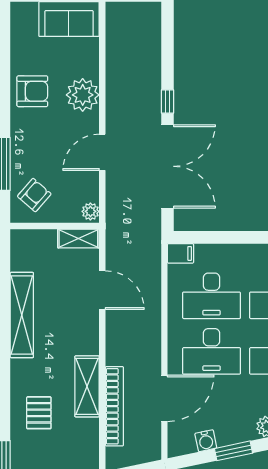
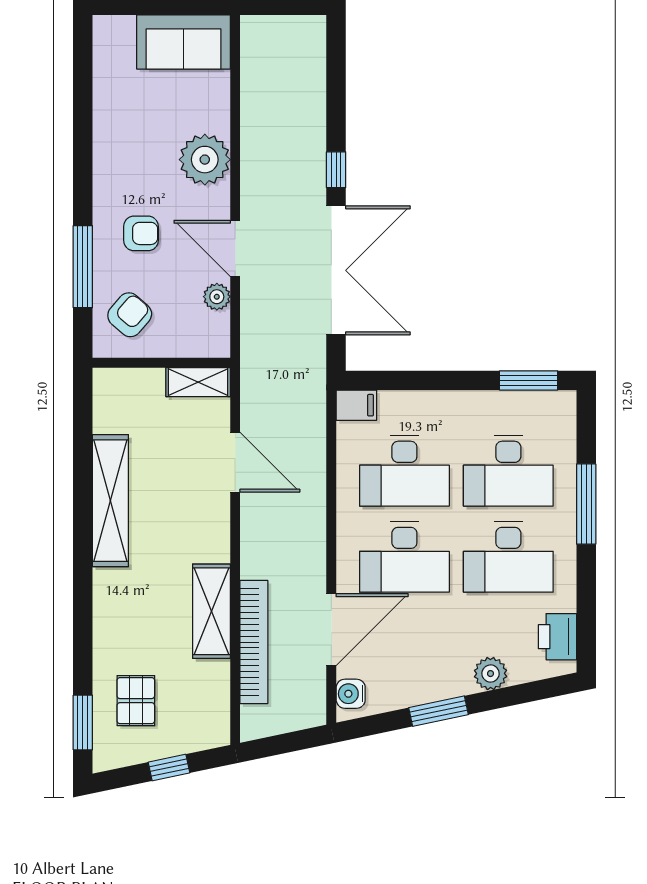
armchair: (32, 91) -> (141, 233), moved, width x0.72, depth x0.72
door: (102, 152) -> (235, 248), hinge flipped
plant: (90, 211) -> (217, 297), moved
pallet: (39, 413) -> (136, 701), moved
water cooler: (206, 441) -> (351, 694), moved, turned 102

